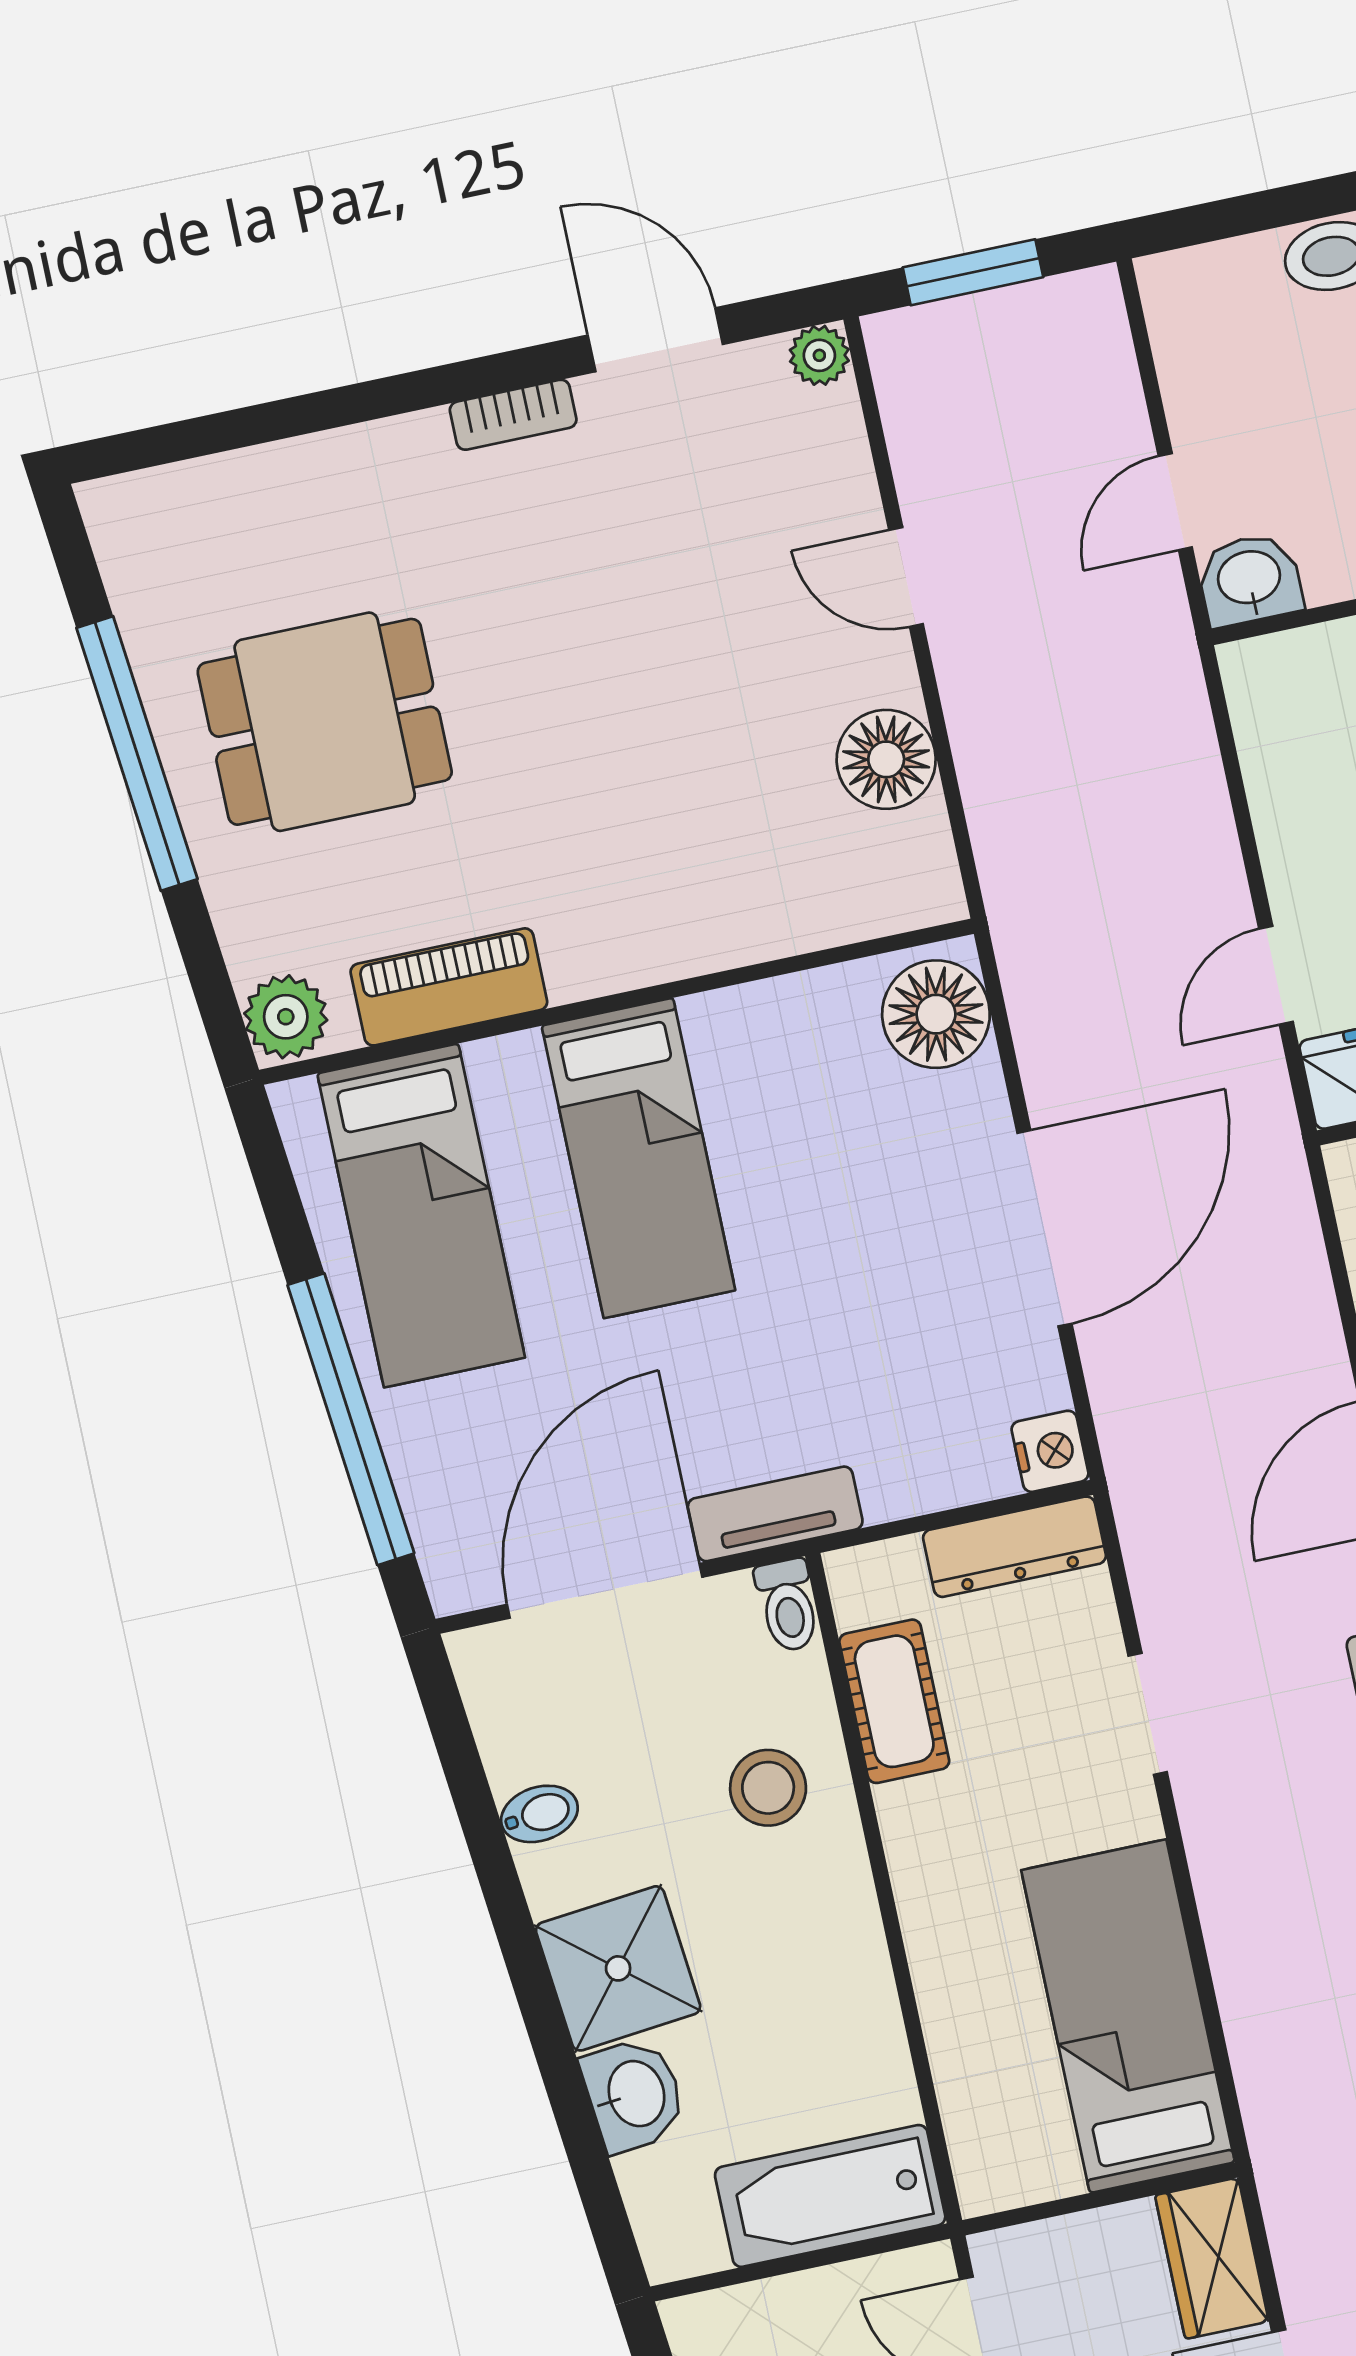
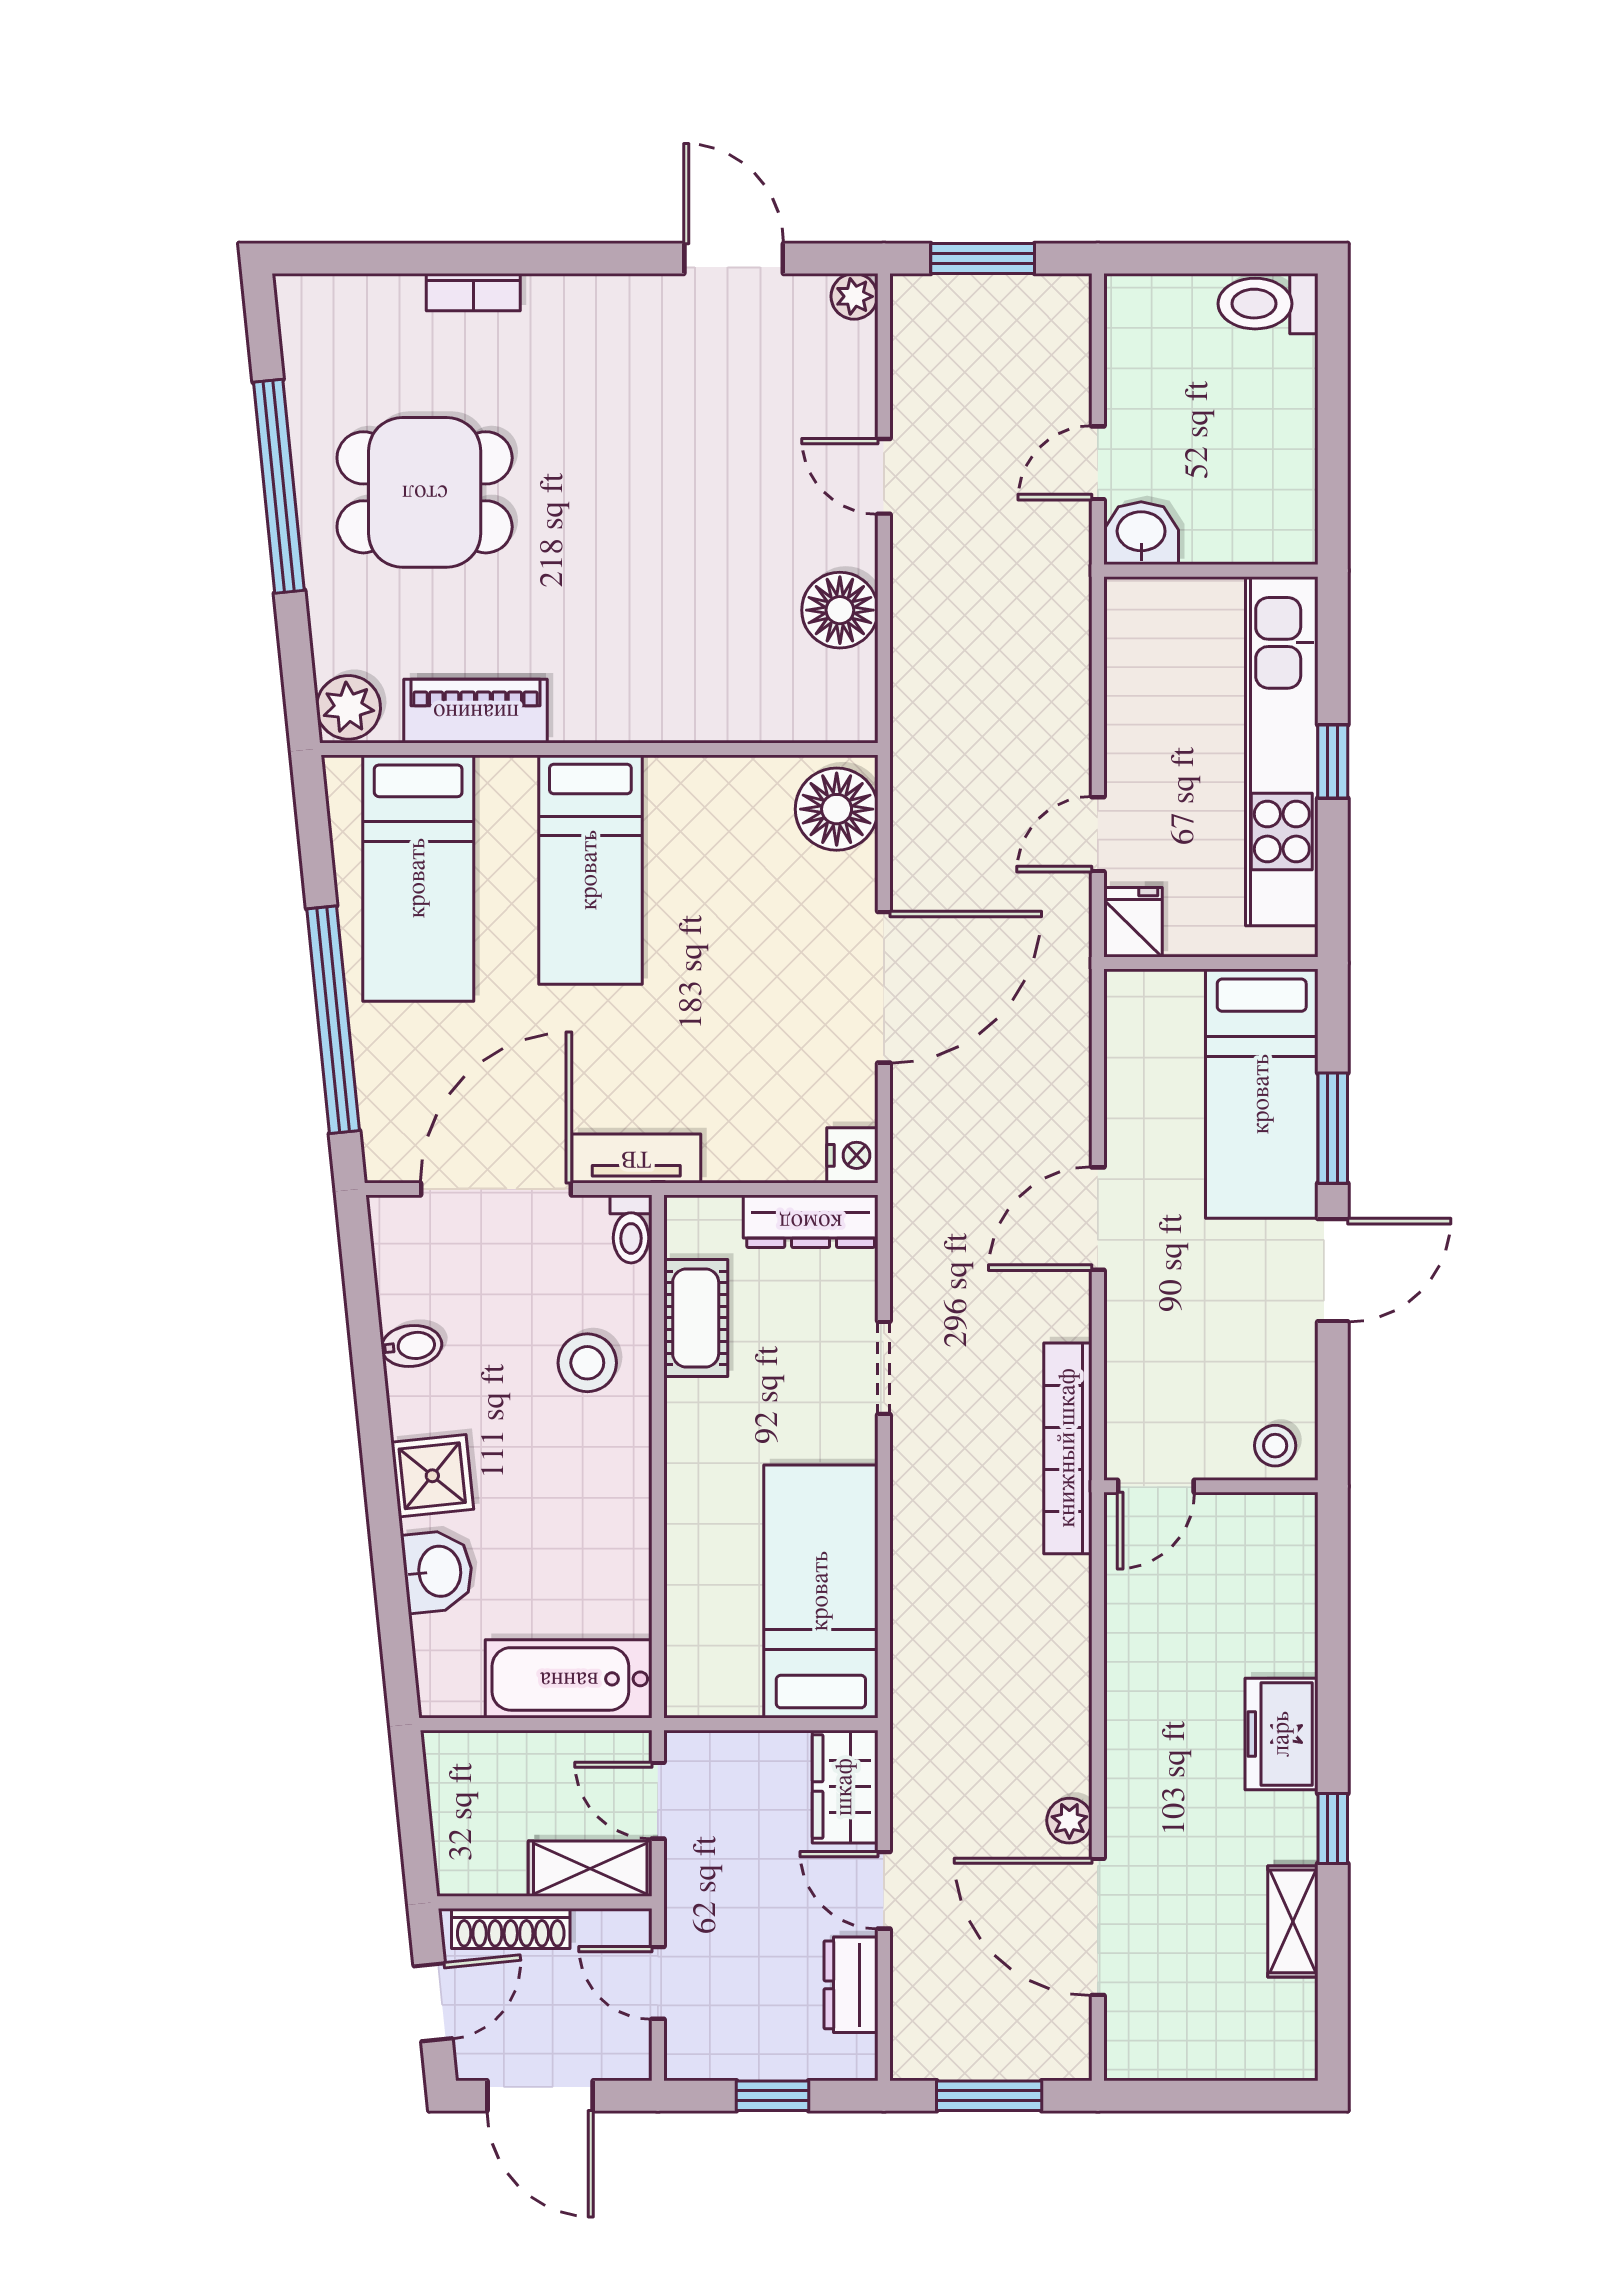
bookcase: (513, 415) -> (473, 292), moved
shower: (618, 1968) -> (432, 1476), width x0.73, depth x0.73

